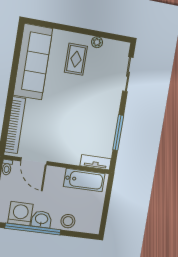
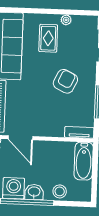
armchair: (88, 107) -> (65, 81), added
bathtub: (84, 180) -> (84, 161), moved, turned 90

